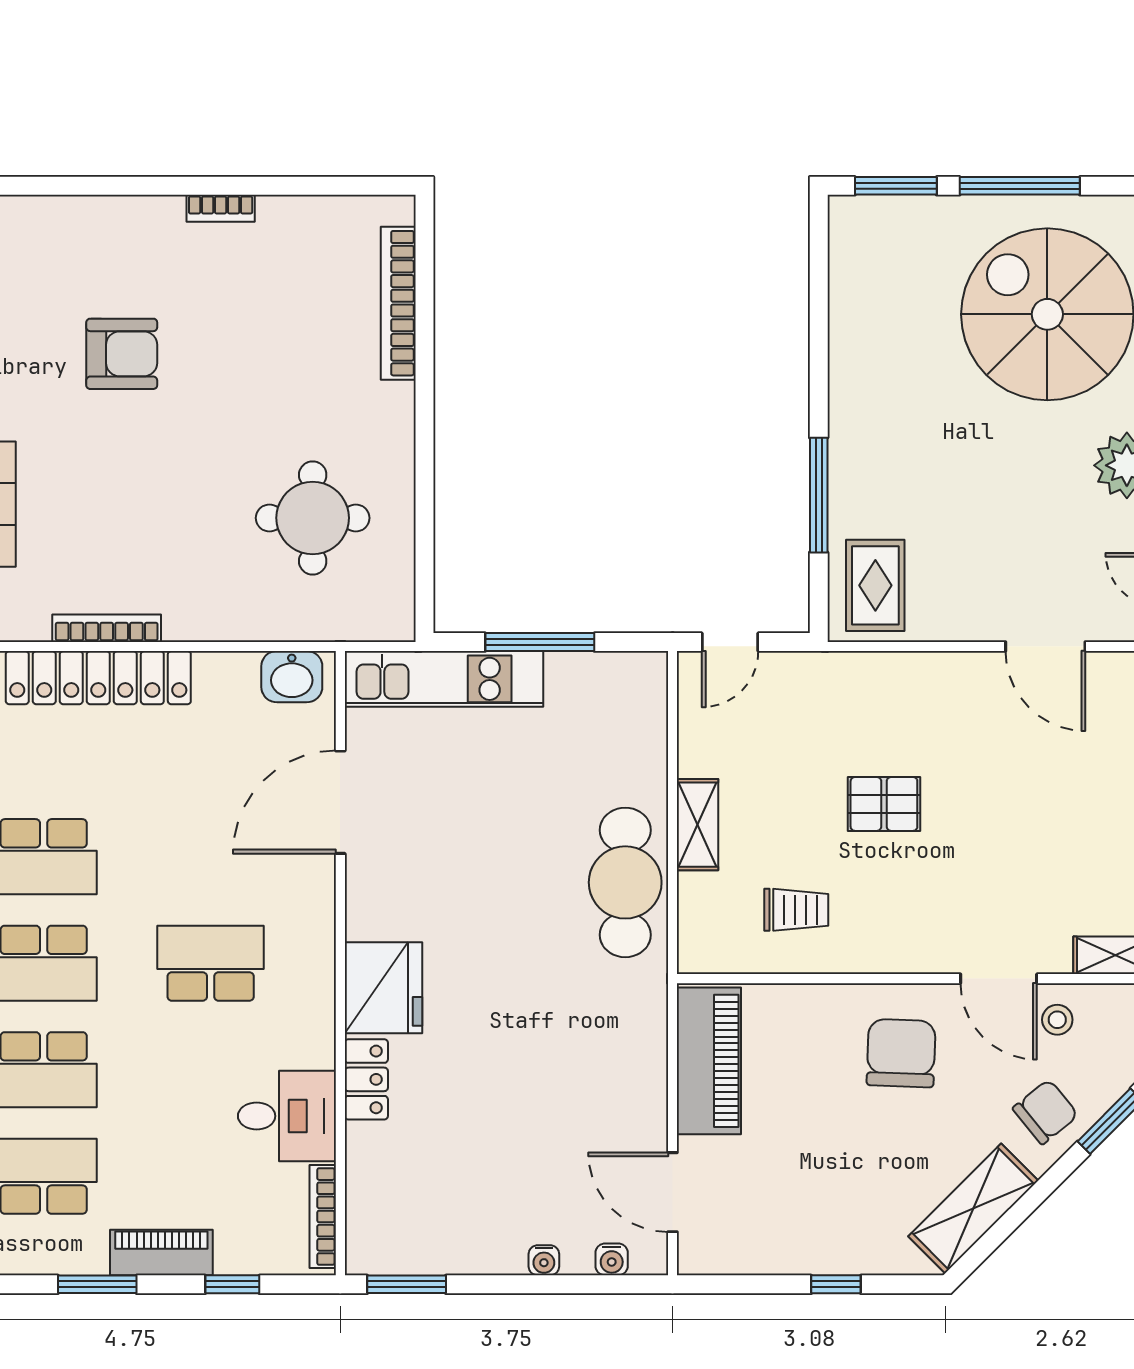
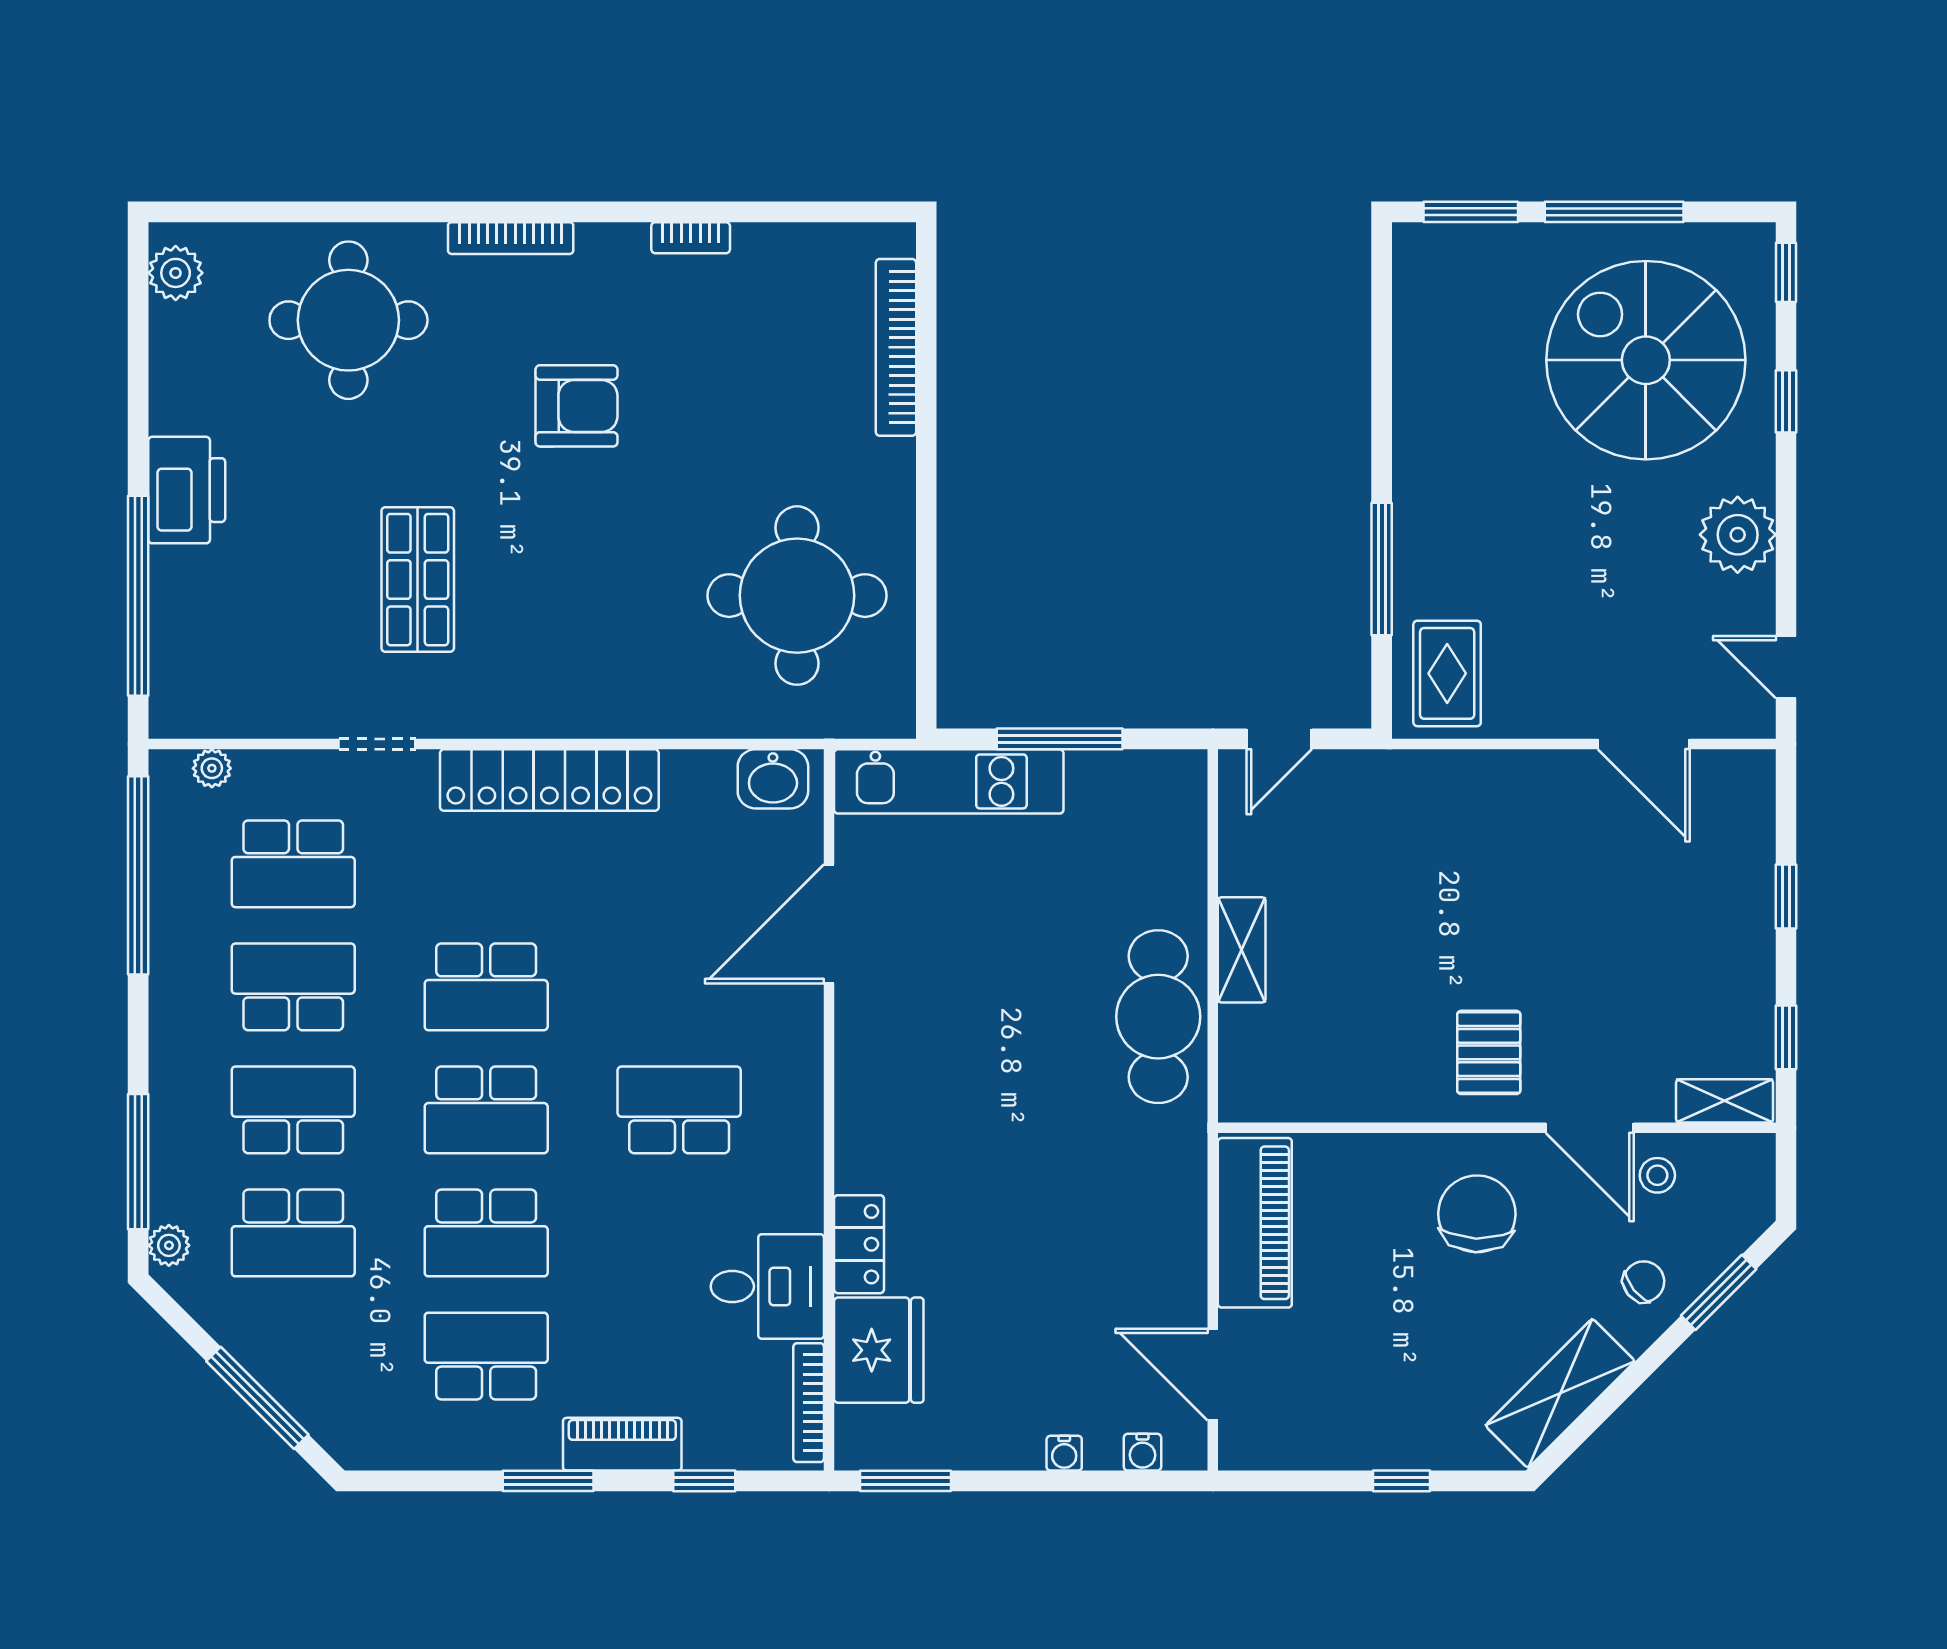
round table: (313, 518) -> (797, 596), width x1.36, depth x1.36
bookcase: (107, 628) -> (511, 238), moved, turned 180
pallet: (884, 804) -> (1489, 1052), moved, turned 90
trolley: (796, 910) -> (1356, 1048), removed
fridge: (383, 988) -> (879, 1350), moved
chair: (1045, 1112) -> (1644, 1282), width x0.73, depth x0.73

